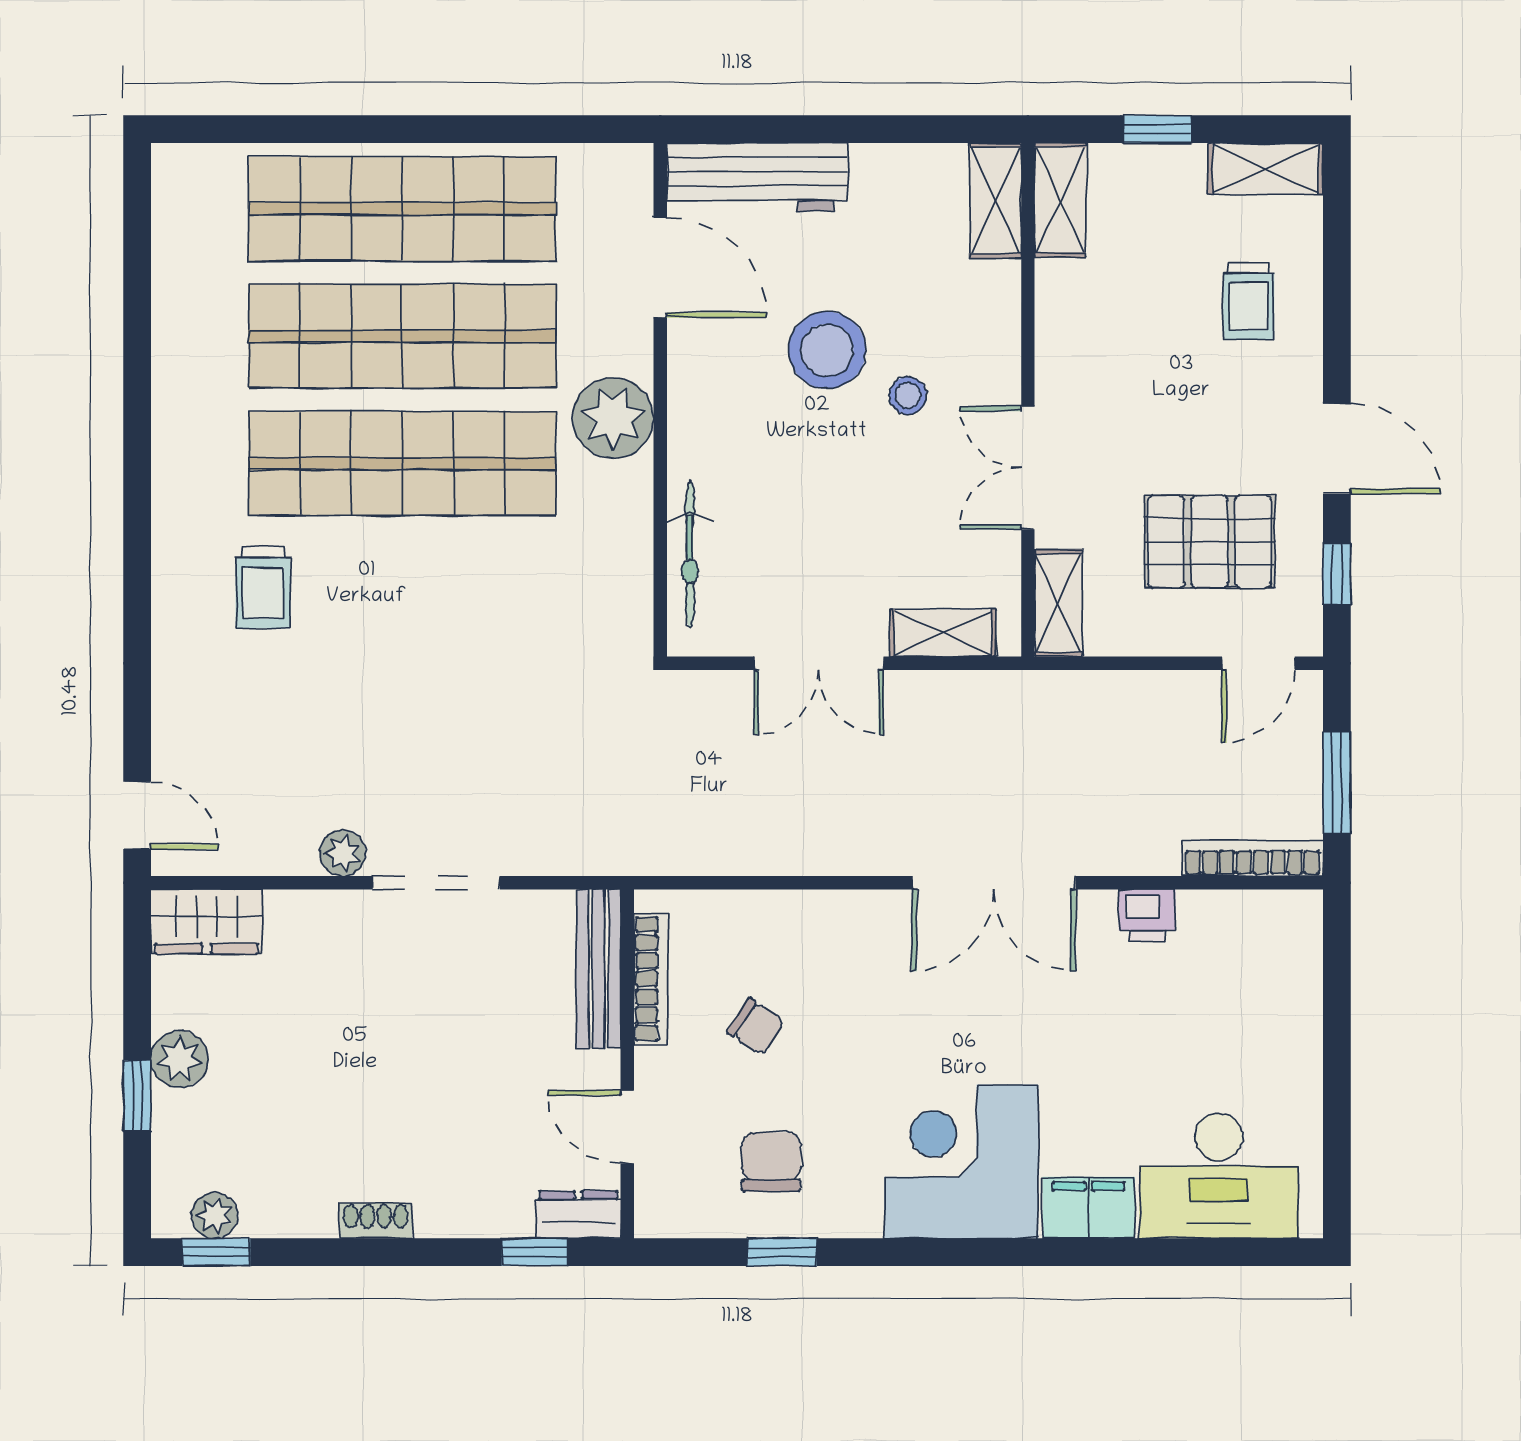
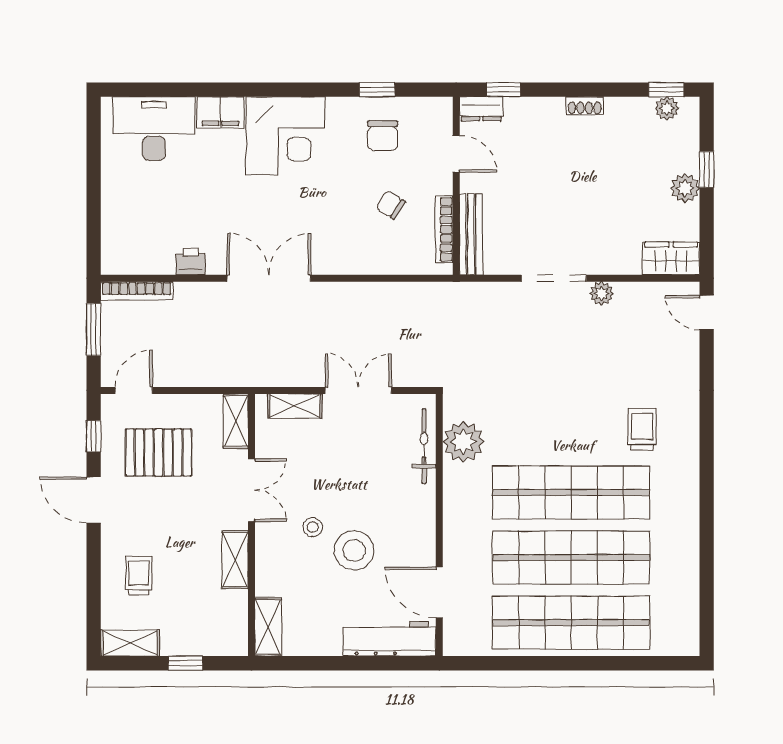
shelving: (1060, 200) -> (235, 560), moved
plant: (613, 418) -> (463, 442), moved

